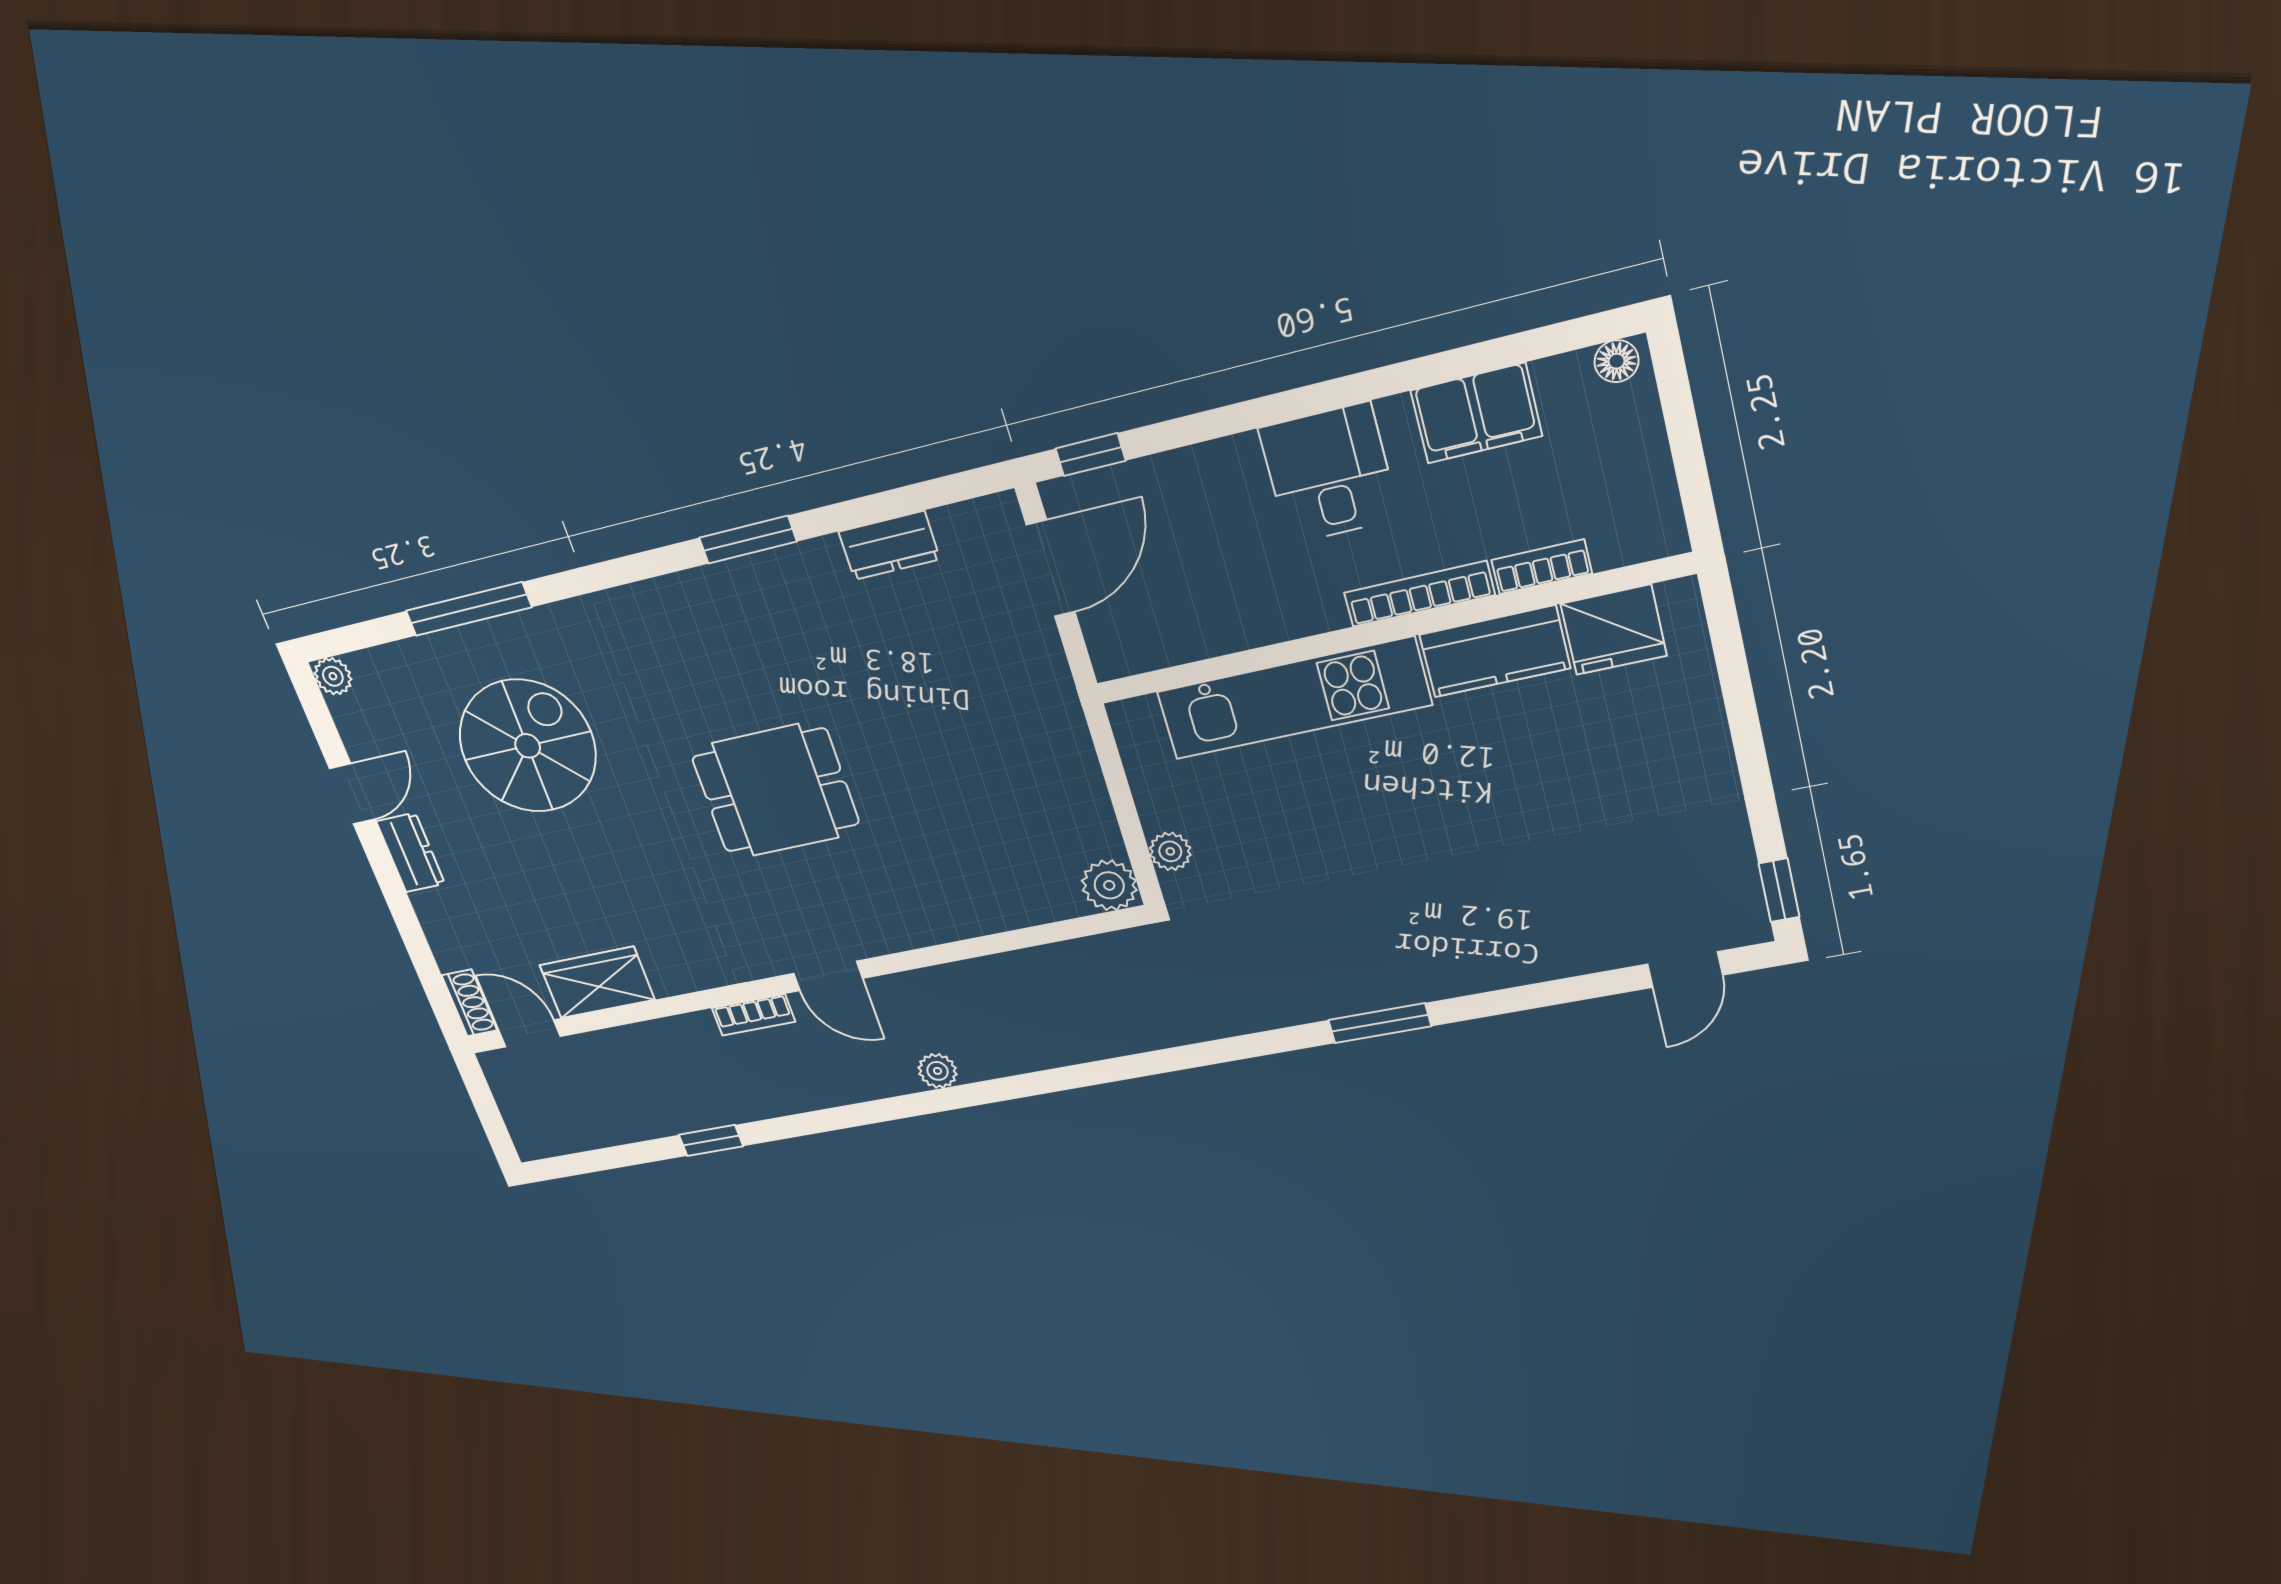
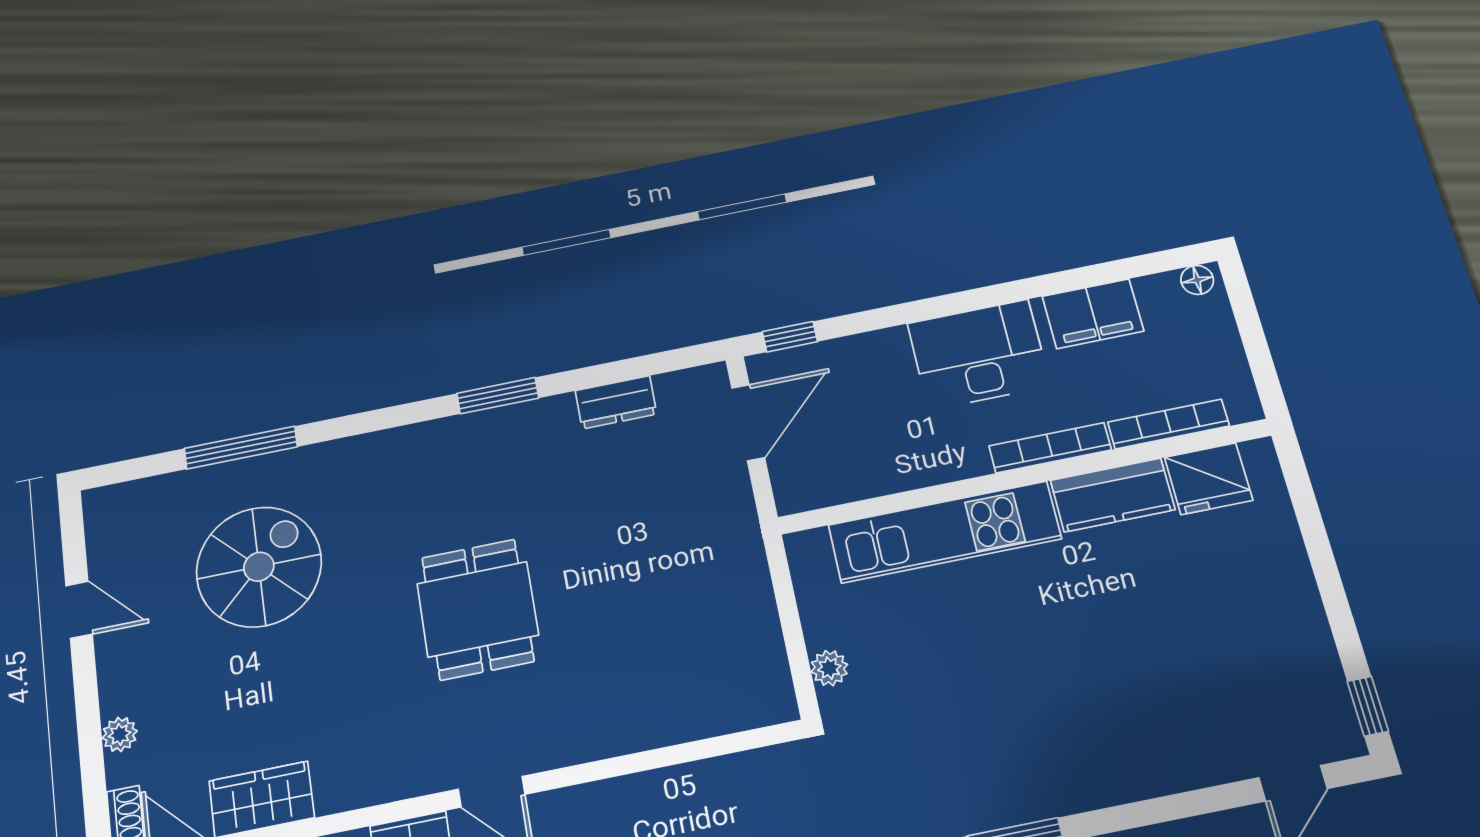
desk: (1329, 473) -> (979, 355), width x1.37
bookcase: (1542, 567) -> (1168, 424), width x1.56
plant: (333, 676) -> (120, 734), moved
dining table: (776, 790) -> (478, 609), turned 90
door: (352, 794) -> (79, 610), hinge flipped
dresser: (411, 853) -> (117, 666), removed
plant: (1109, 885) -> (771, 700), removed

